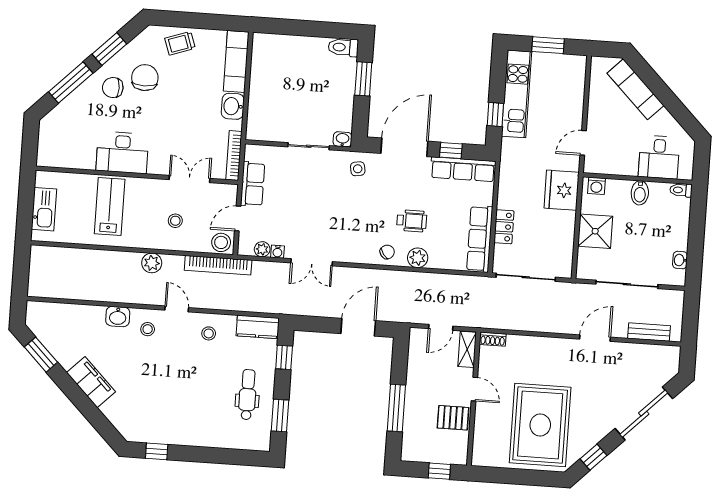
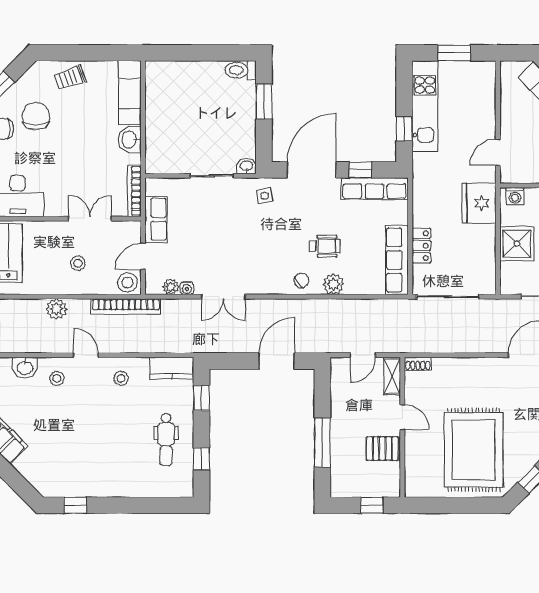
dental chair: (248, 395) -> (166, 439), turned 180
window: (280, 416) -> (201, 459), width x0.67

